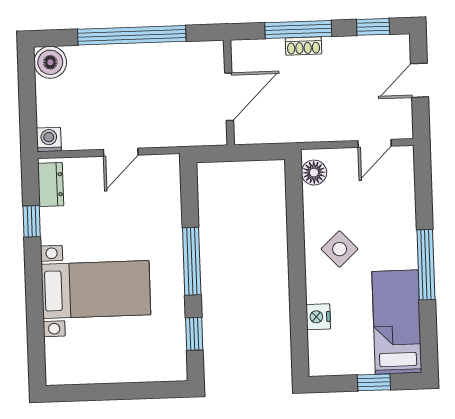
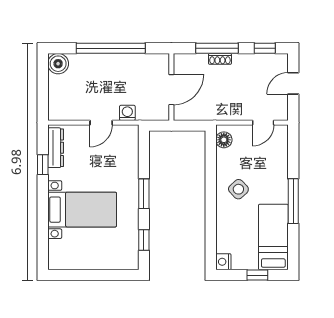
washing machine: (49, 139) -> (127, 113), moved
dresser: (51, 185) -> (56, 148), width x1.44
window: (192, 261) -> (144, 194), width x0.69
nightstand: (318, 317) -> (223, 262), moved

